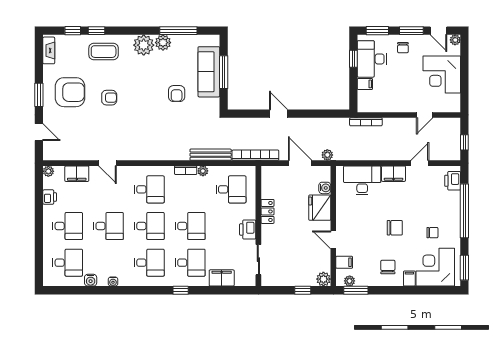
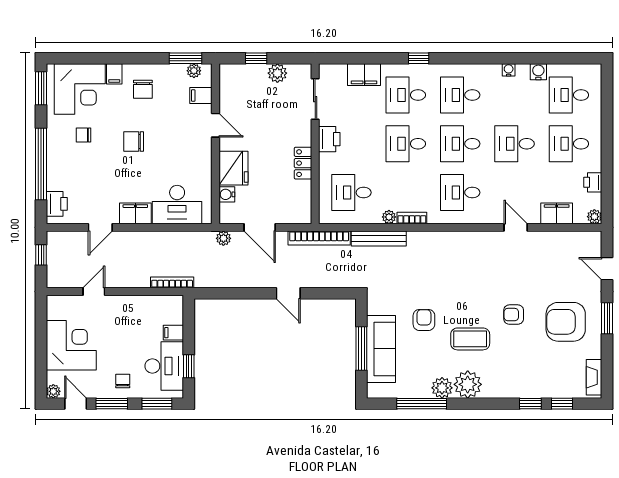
coffee table: (104, 52) -> (470, 339), moved
plant: (323, 279) -> (277, 73), moved

